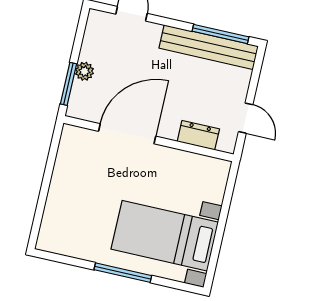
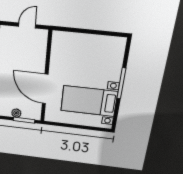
dresser: (198, 135) -> (41, 51), removed
bed with nightstands: (165, 236) -> (89, 101), moved, turned 90

